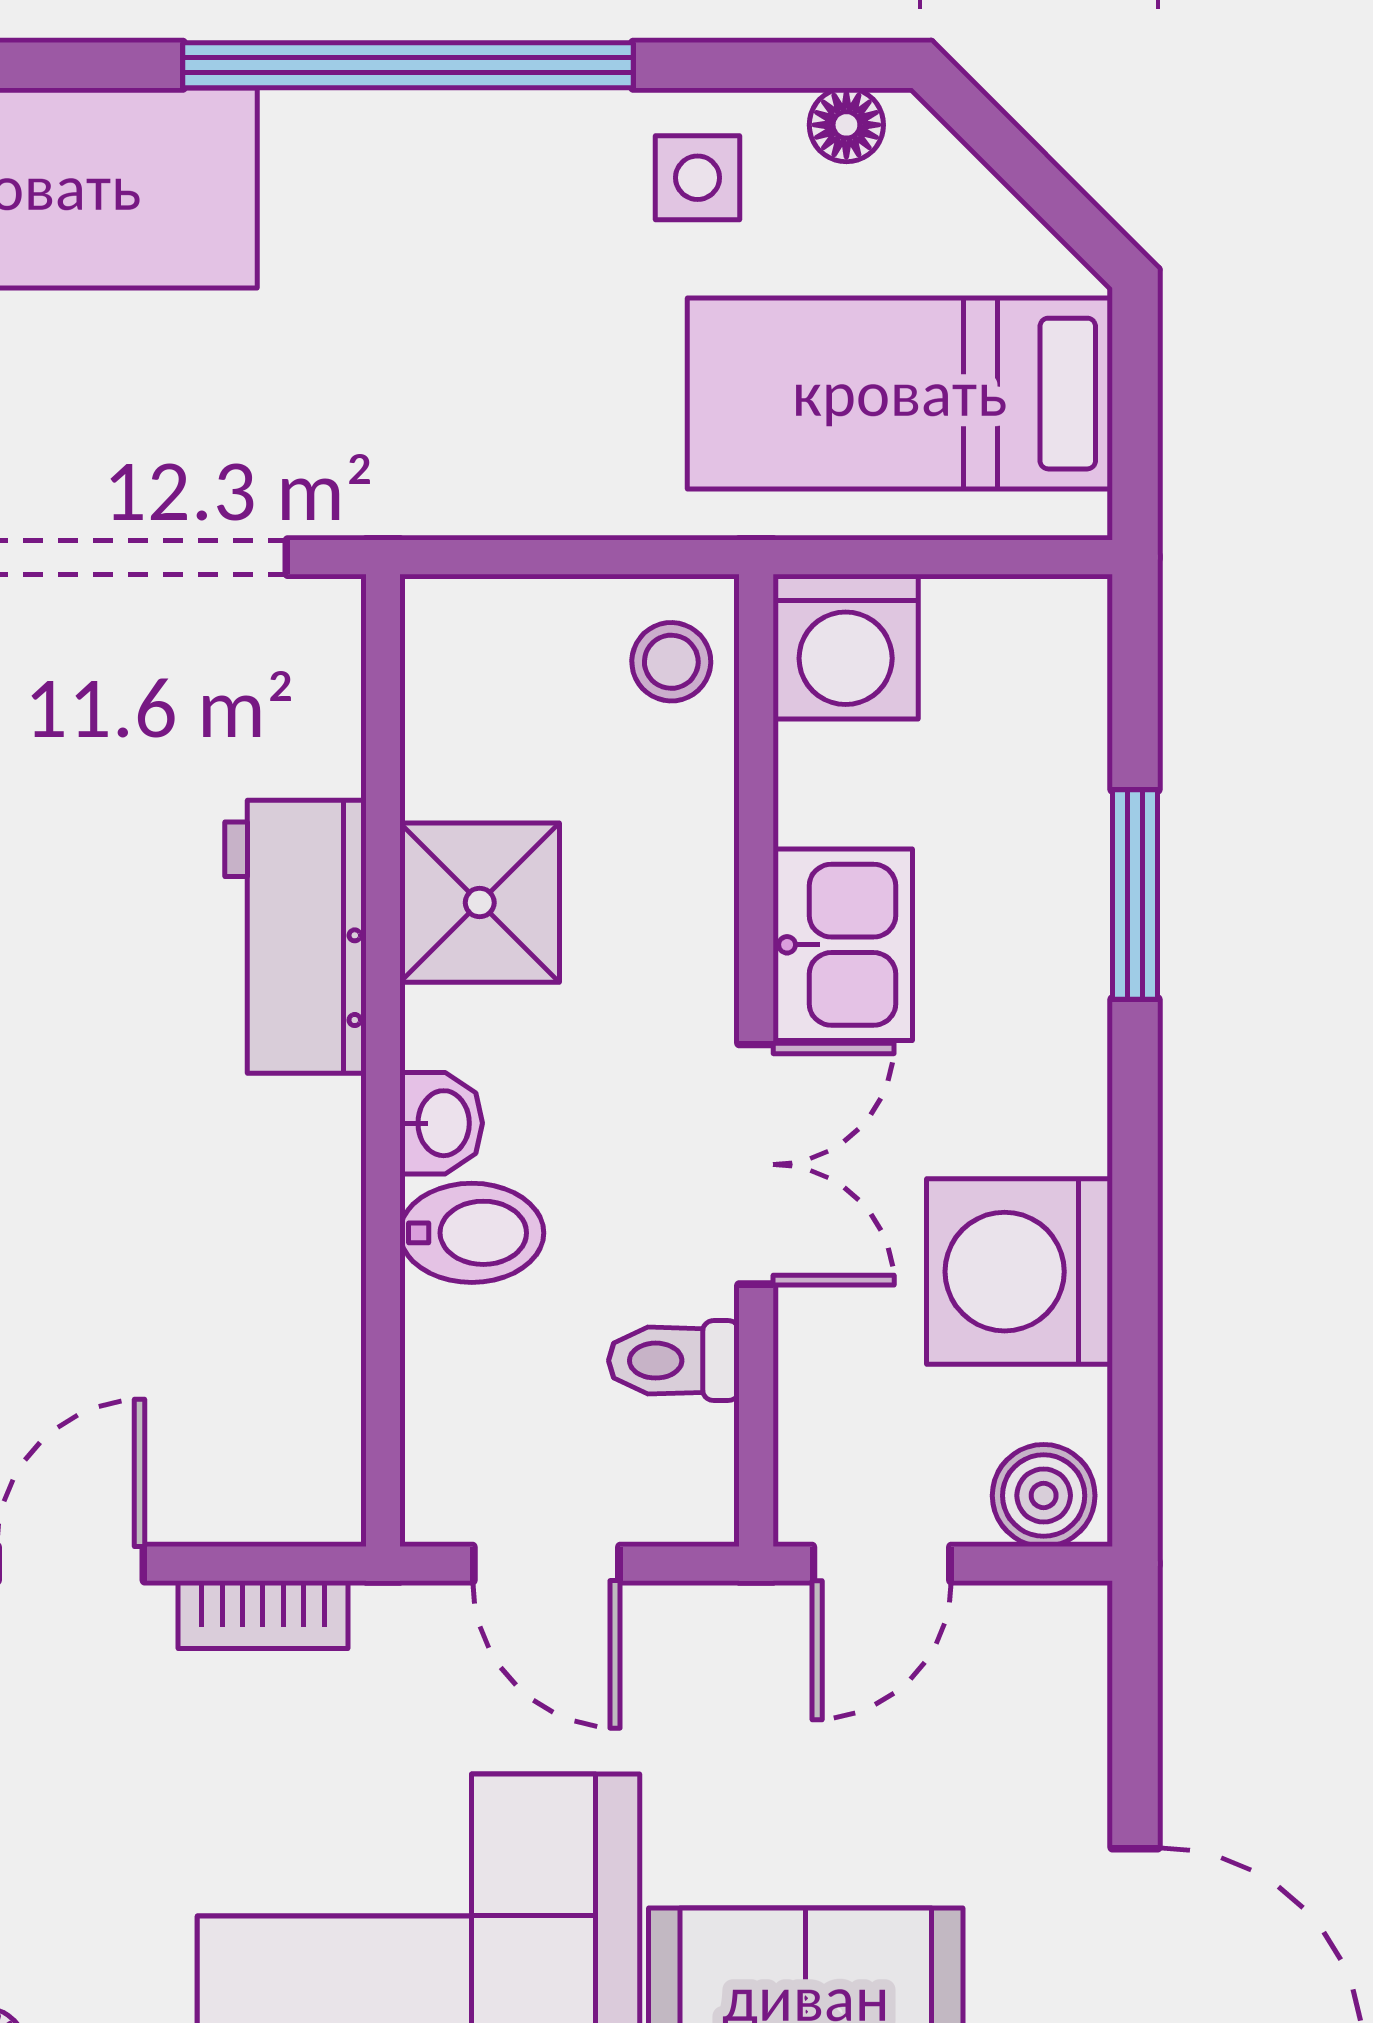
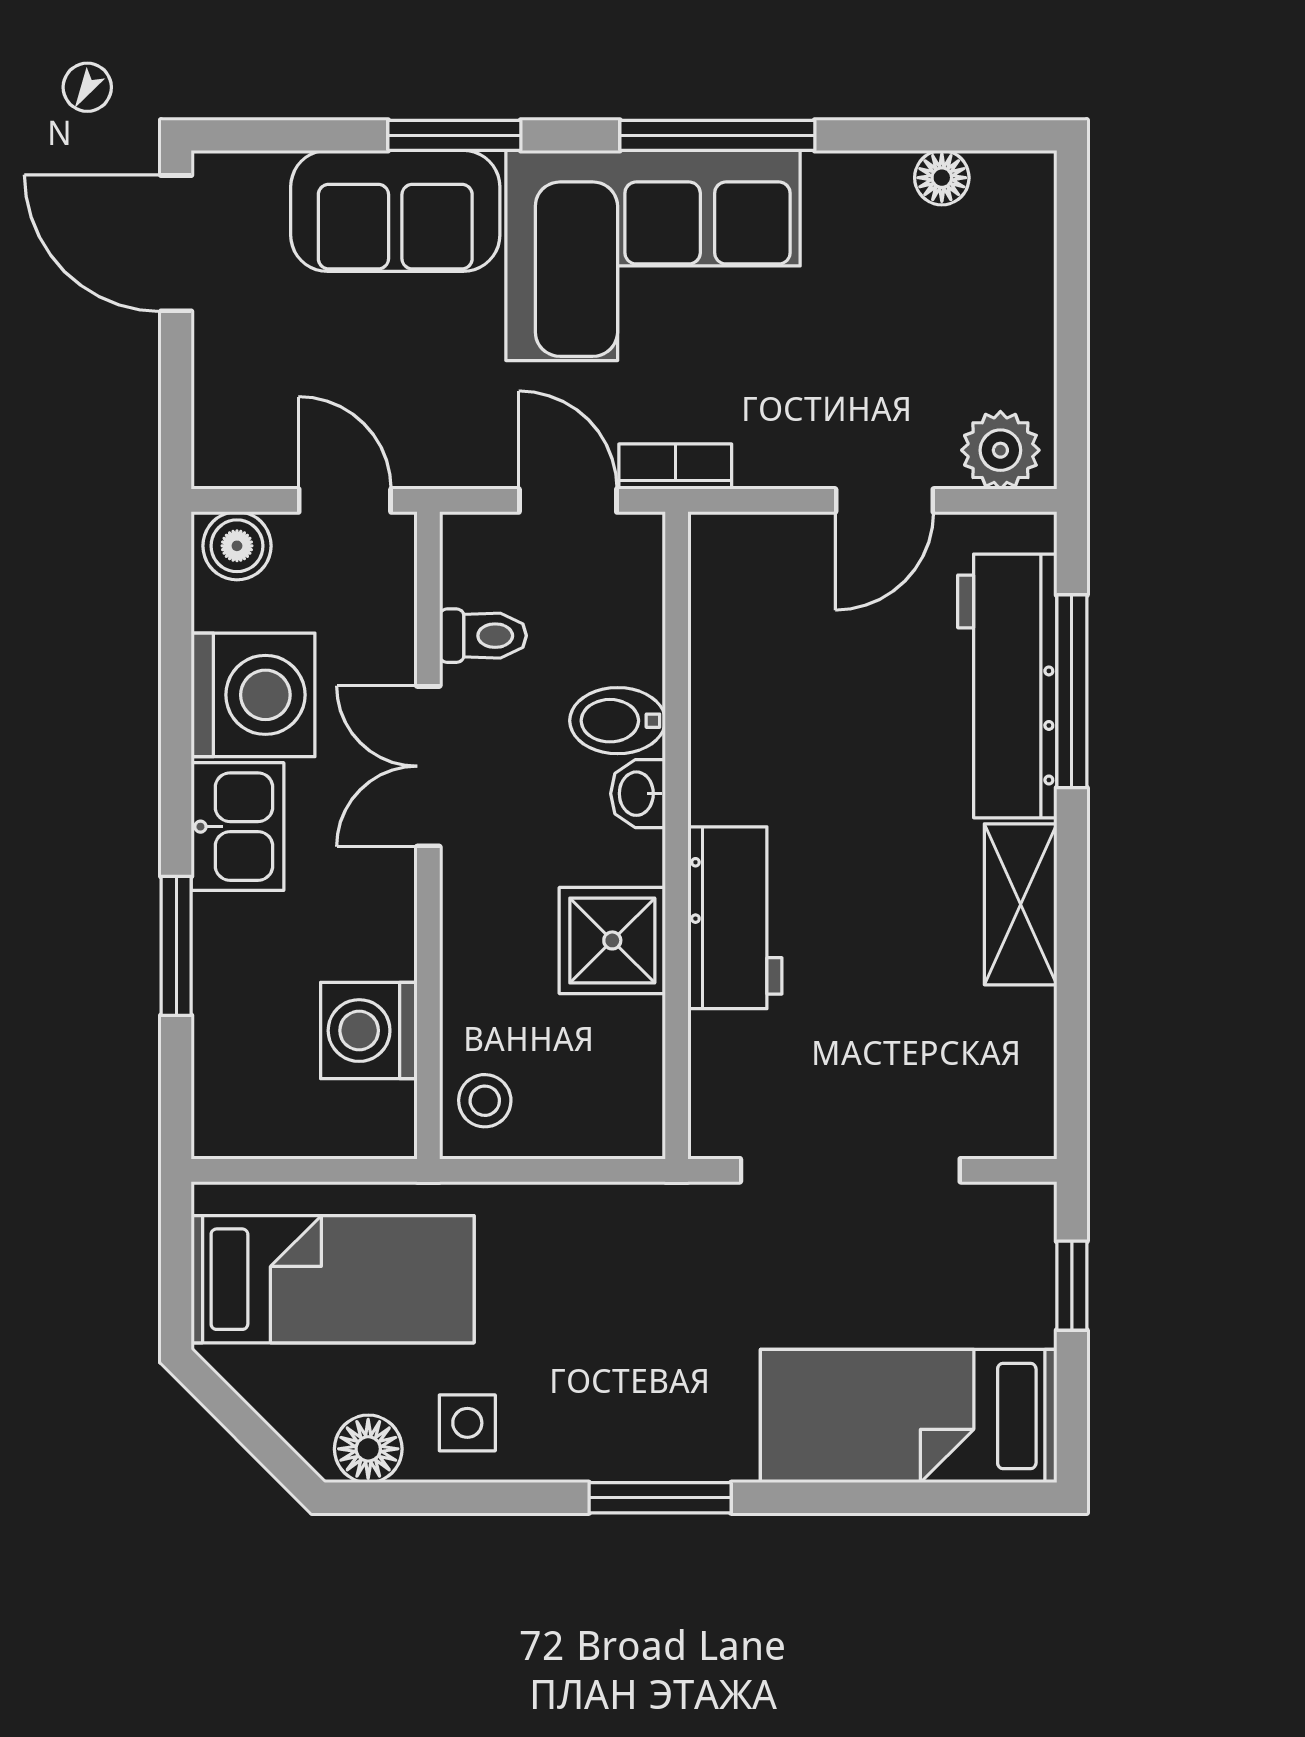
window: (408, 65) -> (660, 1498), width x0.47
floor lamp: (846, 125) -> (368, 1449), width x1.37, depth x1.37
washing machine: (846, 647) -> (369, 1031), moved, turned -90
kitchen sink: (843, 945) -> (238, 827), moved, turned 180
door: (882, 1564) -> (345, 500), hinge flipped
bookcase: (263, 1615) -> (675, 467), moved

